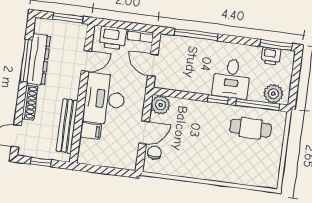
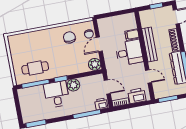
printer: (271, 56) -> (101, 104), moved
door: (86, 61) -> (149, 76), swing flipped
plant: (273, 94) -> (73, 85), moved
desk: (104, 99) -> (129, 53), width x0.73
bench: (67, 126) -> (150, 44), moved
chair: (185, 157) -> (69, 37), added

